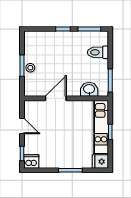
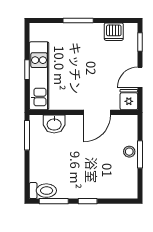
toilet: (98, 52) -> (43, 191), moved
door: (22, 126) -> (140, 77), hinge flipped
dishwasher: (31, 162) -> (114, 32), moved
fridge: (100, 162) -> (129, 100), moved, turned -90

